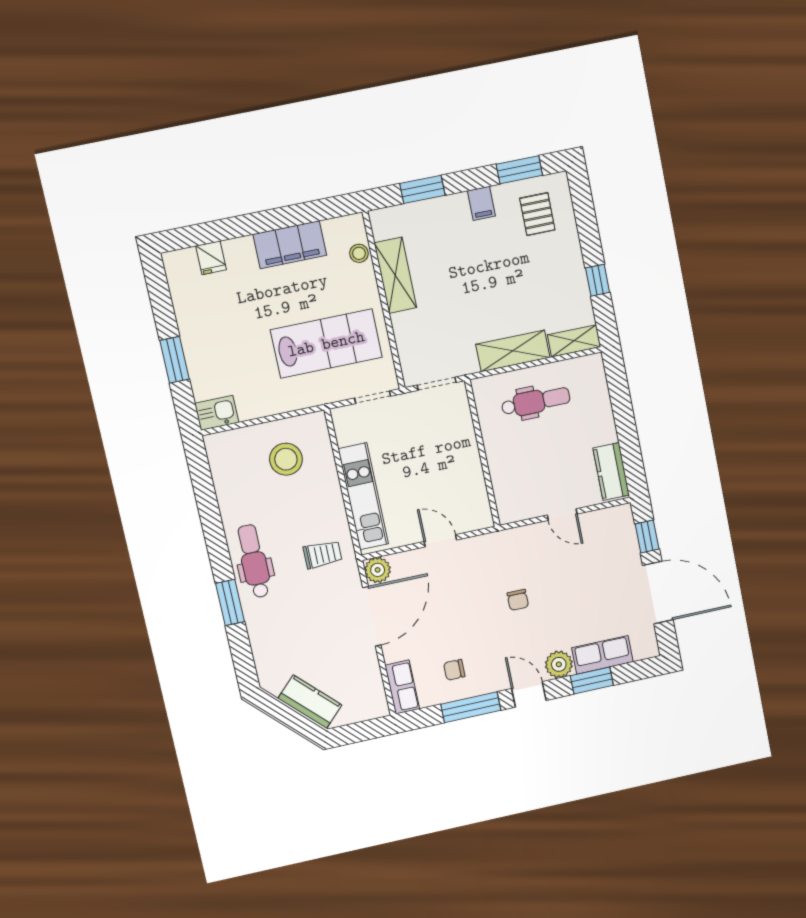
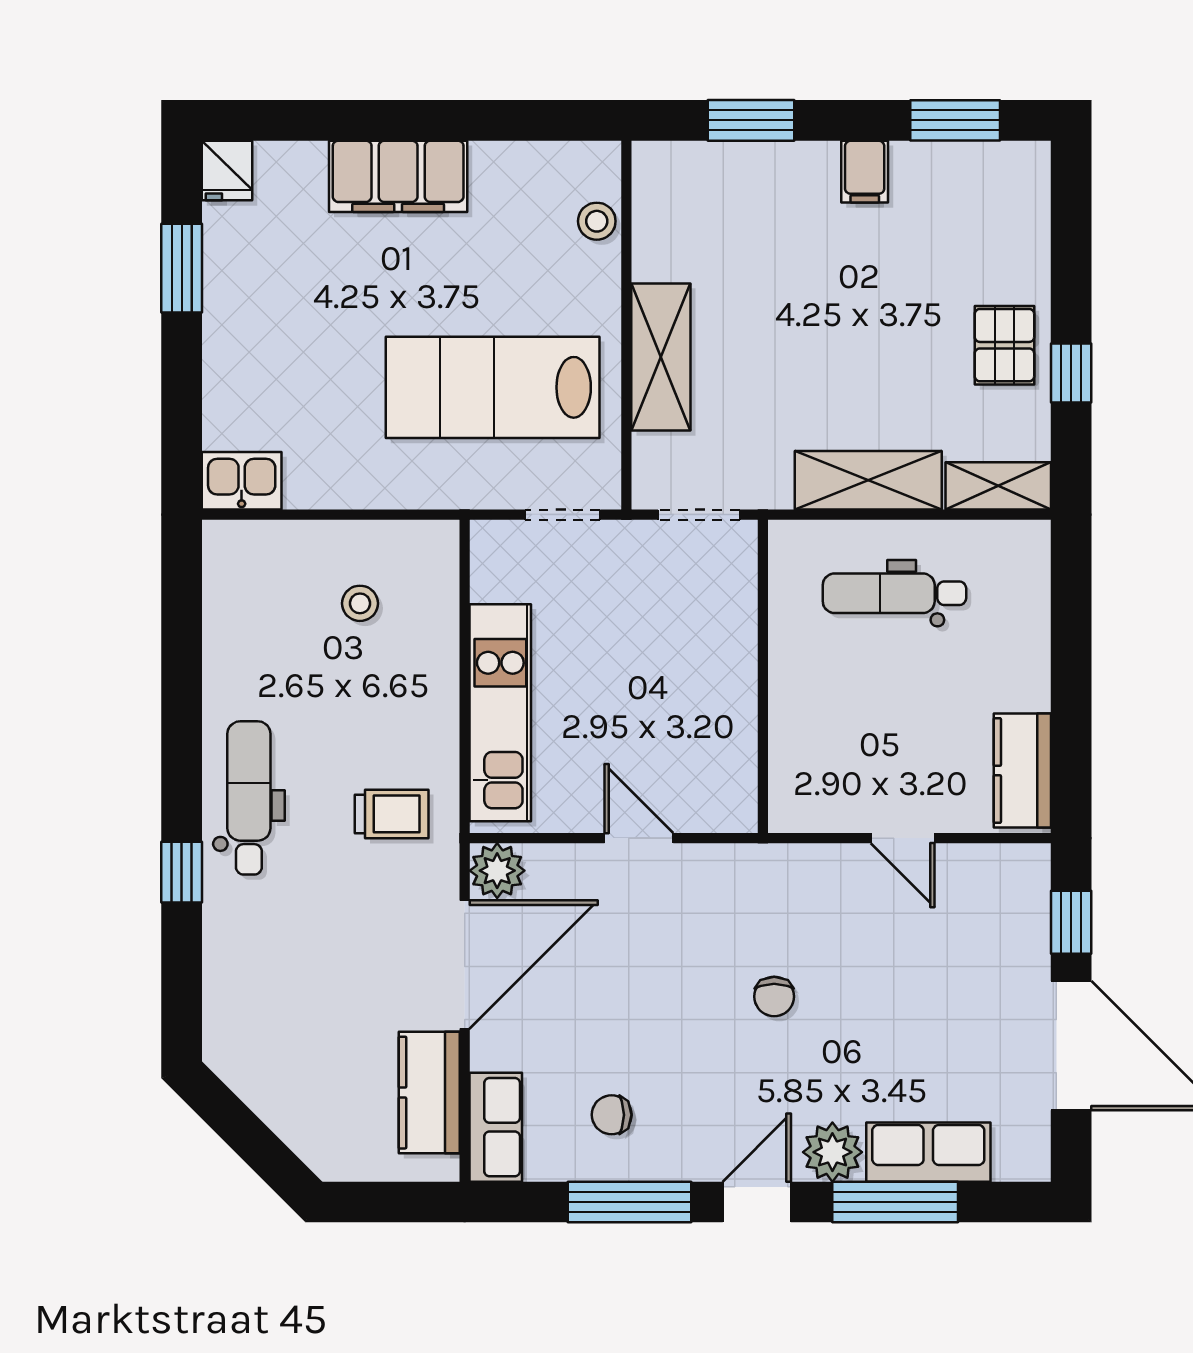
pallet: (537, 214) -> (1004, 345), moved
filing cabinet: (290, 245) -> (398, 176), moved
fridge: (211, 258) -> (227, 171), moved
shelving: (395, 275) -> (661, 357), moved
lab bench: (326, 344) -> (493, 387), turned 180
window: (174, 360) -> (182, 268), moved
dental chair: (536, 402) -> (894, 593), turned 180
stool: (286, 459) -> (360, 603), width x0.53, depth x0.53
window: (230, 602) -> (182, 872), width x0.67
window: (592, 681) -> (895, 1202), width x1.44
door: (529, 694) -> (757, 1202), hinge flipped
kitchen counter: (310, 702) -> (429, 1093), moved, turned -135

